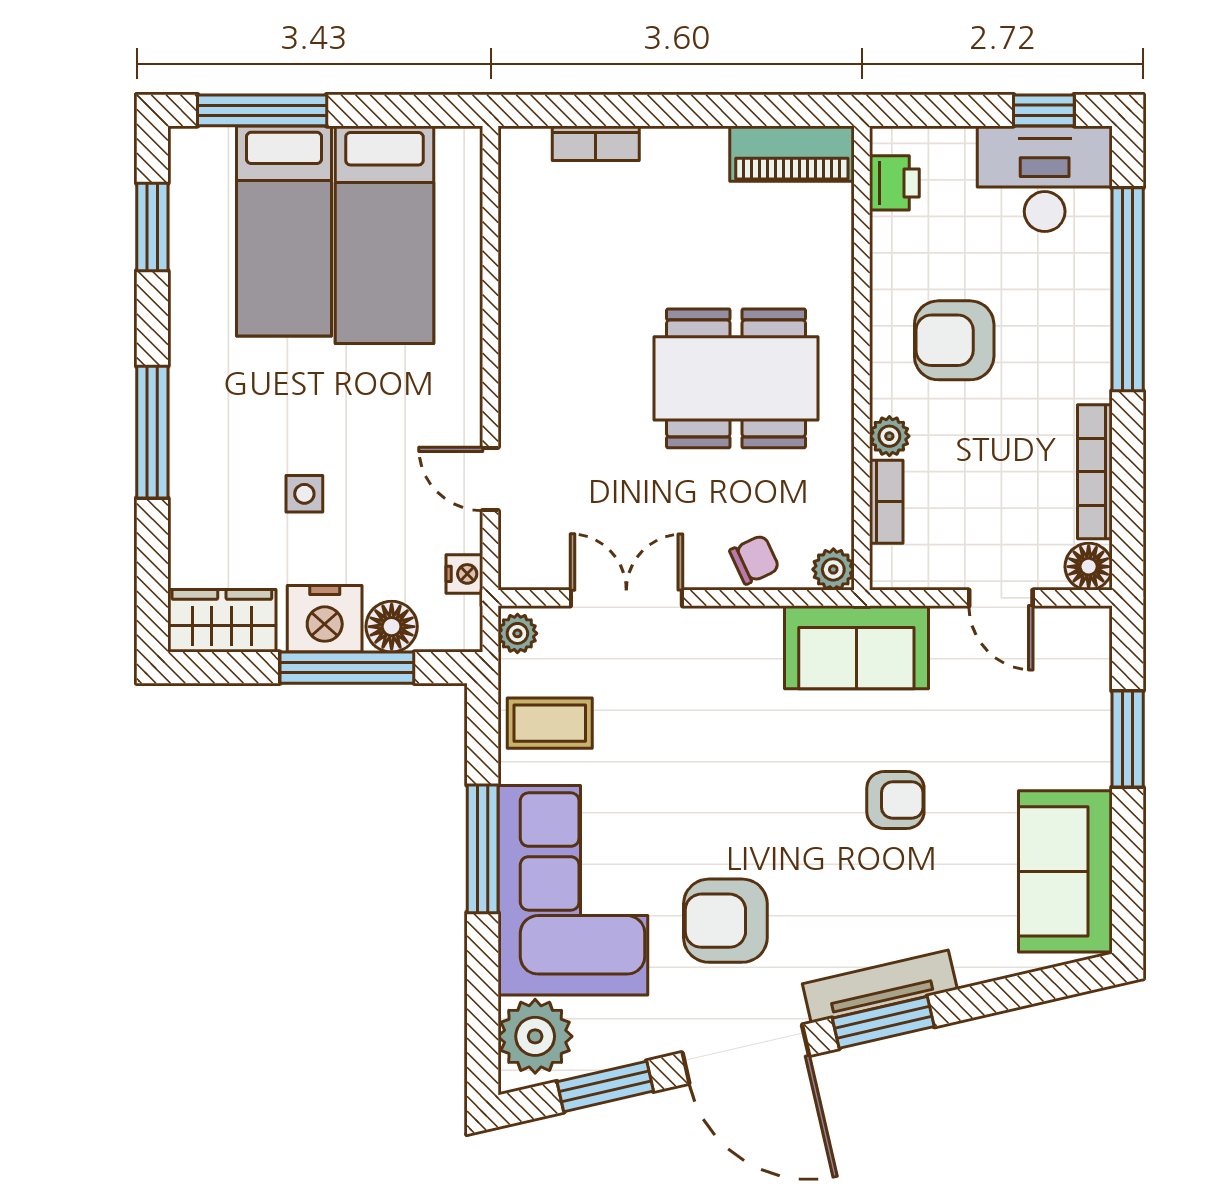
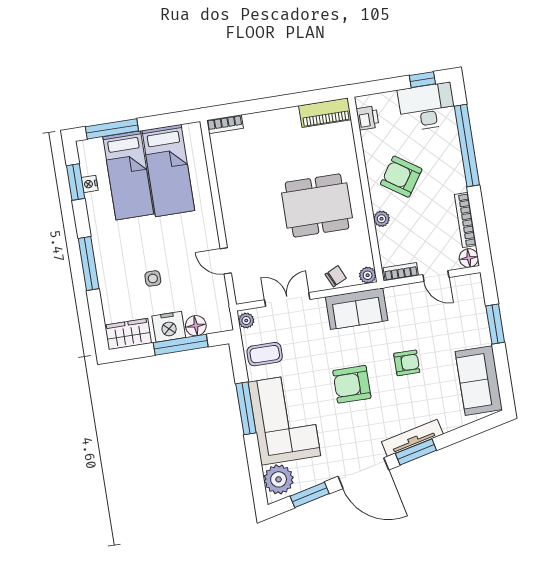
bookcase: (596, 143) -> (225, 124), moved
armchair: (954, 340) -> (401, 177), turned 34
bookcase: (886, 502) -> (401, 272), moved, turned -90
nightstand: (464, 574) -> (90, 184), moved, turned 180
sofa: (856, 647) -> (357, 309), moved
armchair: (725, 921) -> (352, 384), moved

